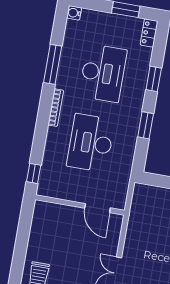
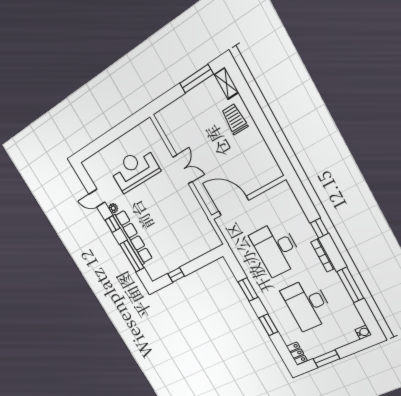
desk: (91, 143) -> (276, 249), turned 180
window: (34, 173) -> (319, 228), moved
door: (98, 208) -> (234, 206), width x1.36

